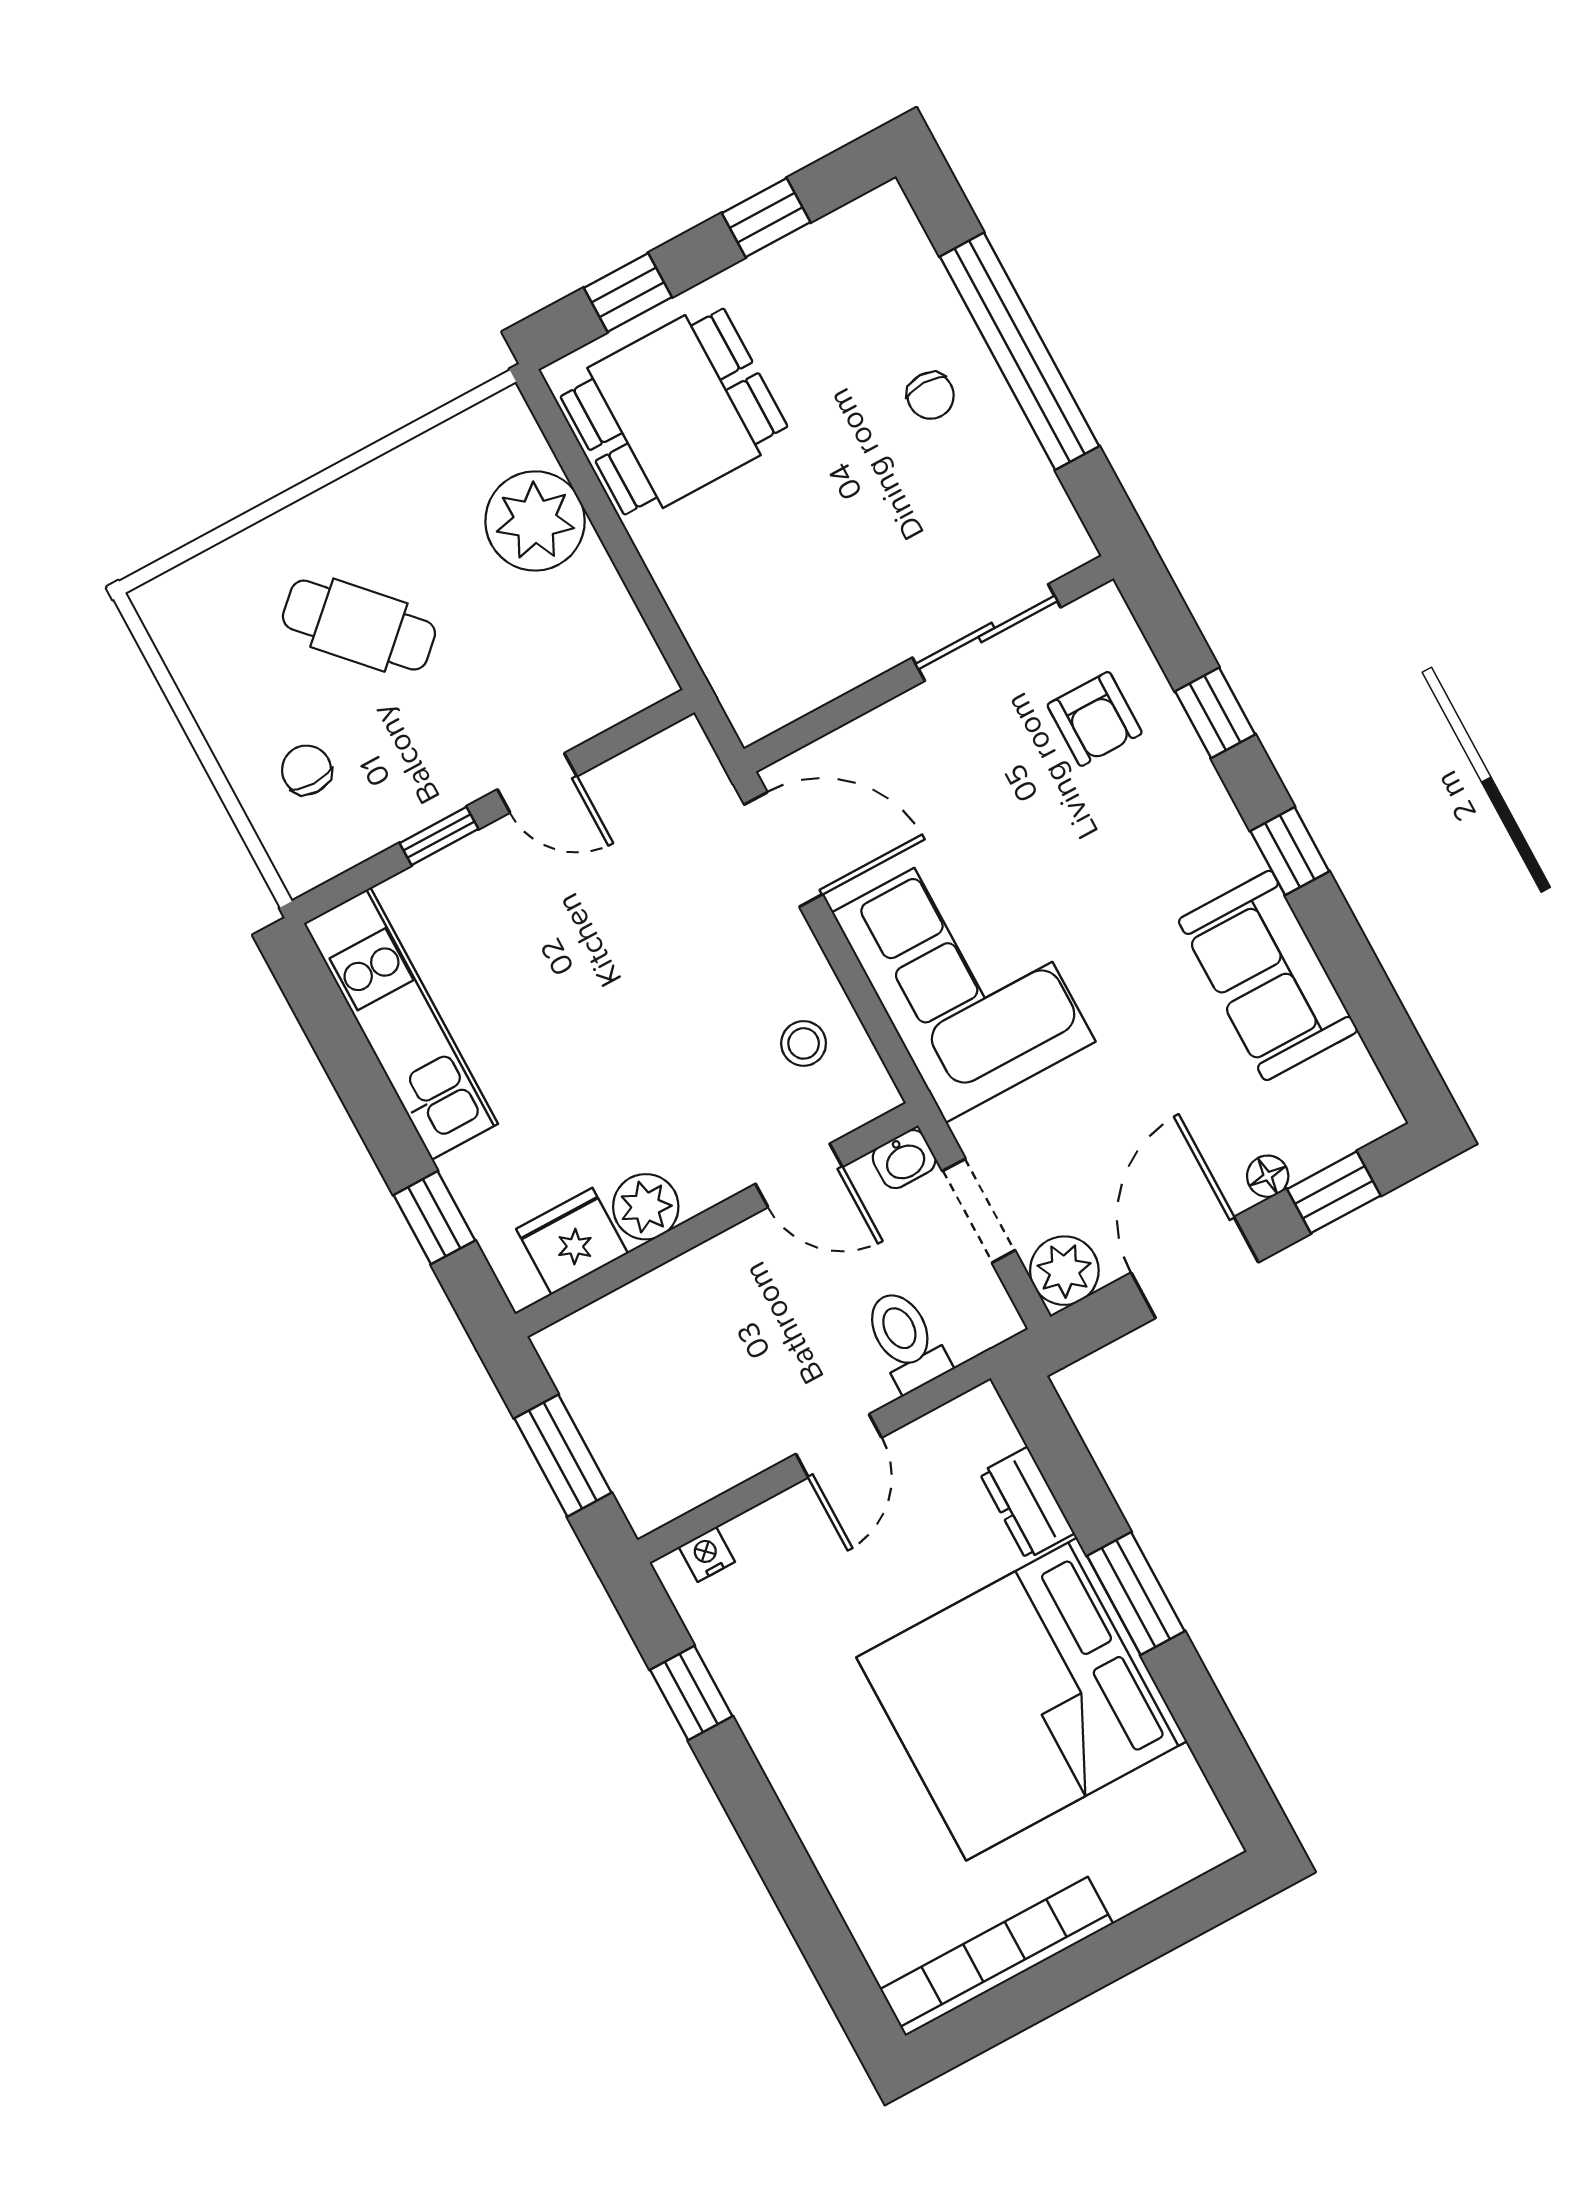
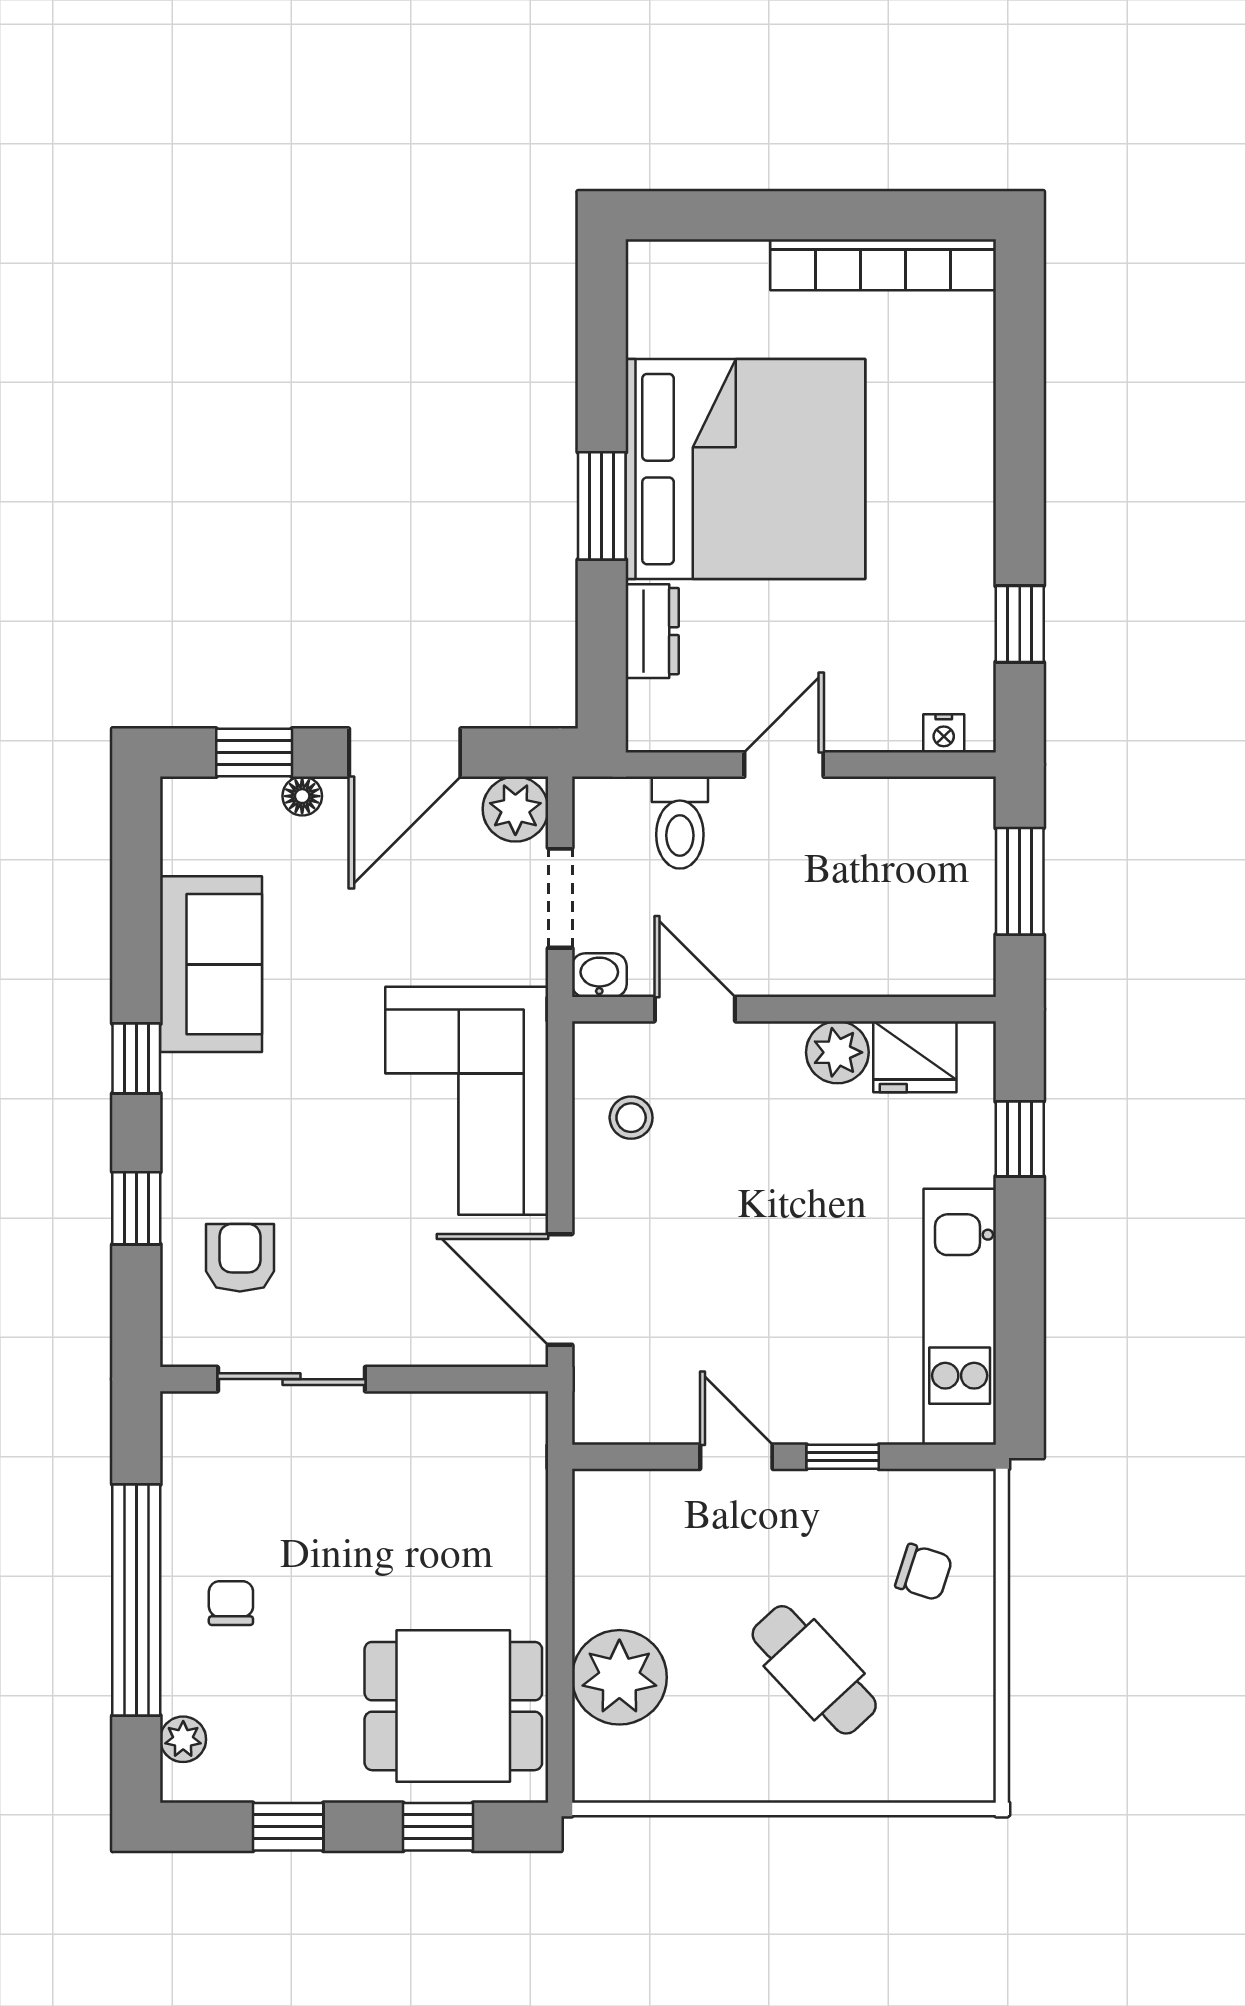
plant: (907, 246) -> (183, 1739), added
chair: (307, 770) -> (924, 1572), turned -72

